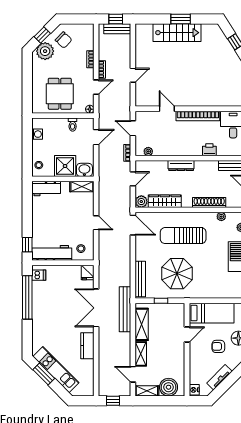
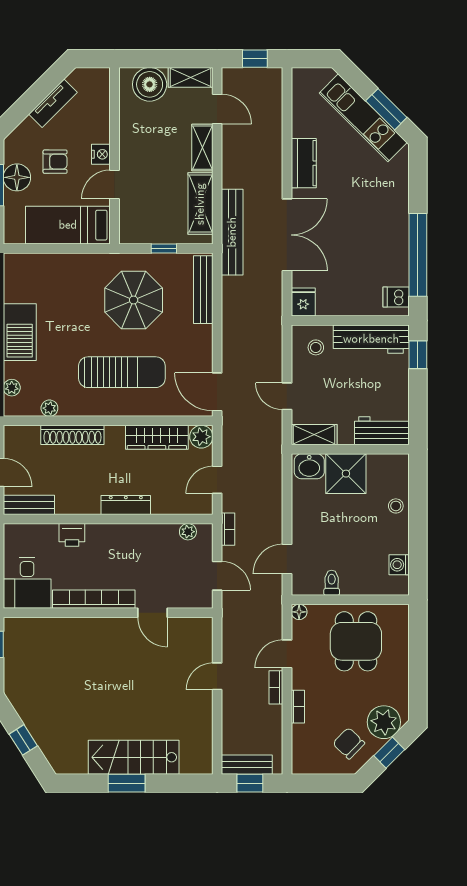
shower: (65, 166) -> (346, 474), moved
washbasin: (84, 170) -> (309, 466), moved
wall: (63, 179) -> (350, 449), moved
shelving: (82, 187) -> (314, 435), moved
workbench: (46, 189) -> (382, 431), moved
nightstand: (194, 390) -> (101, 154), moved

